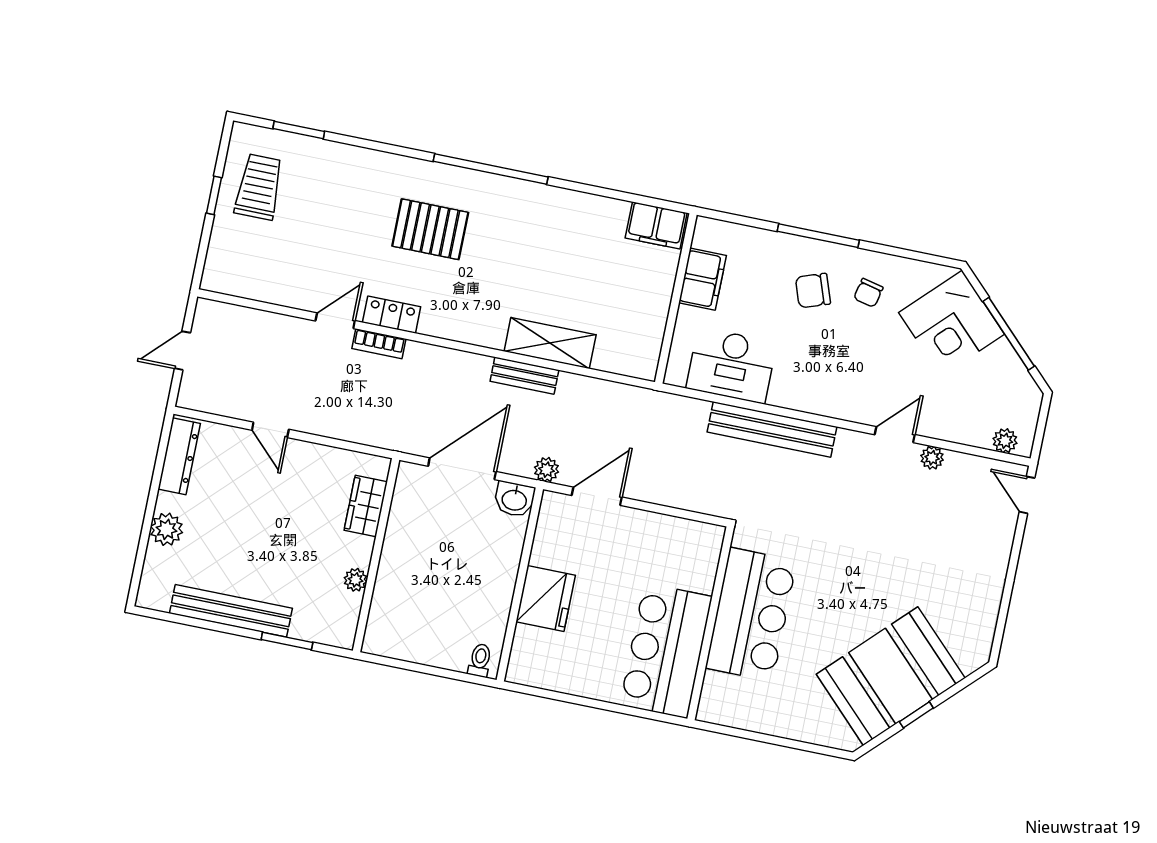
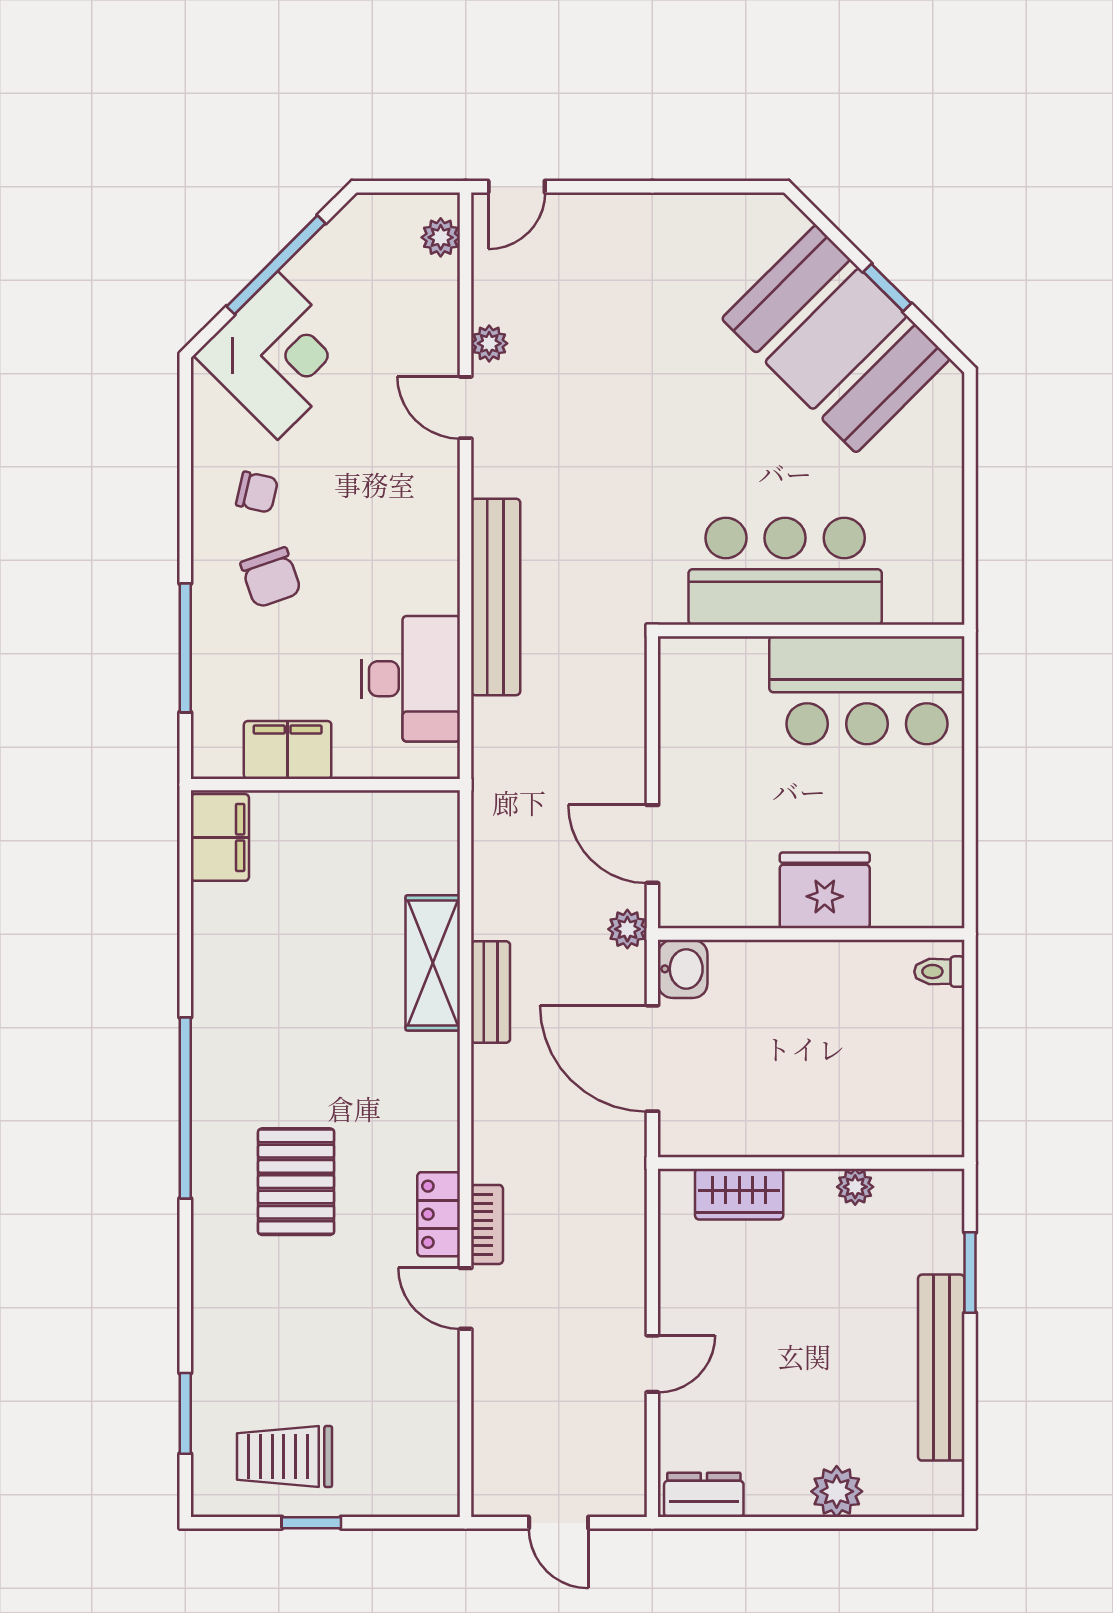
window: (818, 236) -> (185, 648), moved
dresser: (179, 456) -> (704, 1495), width x0.70

